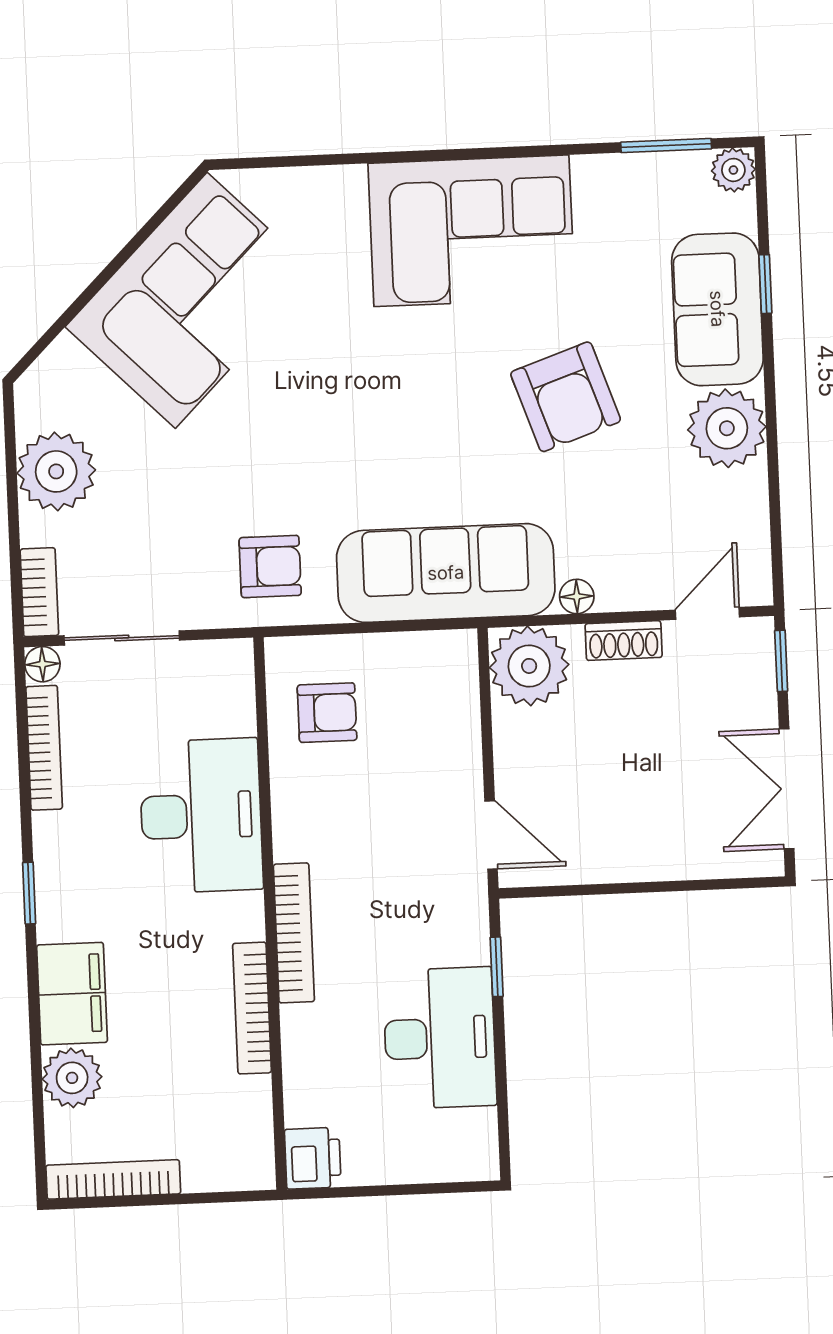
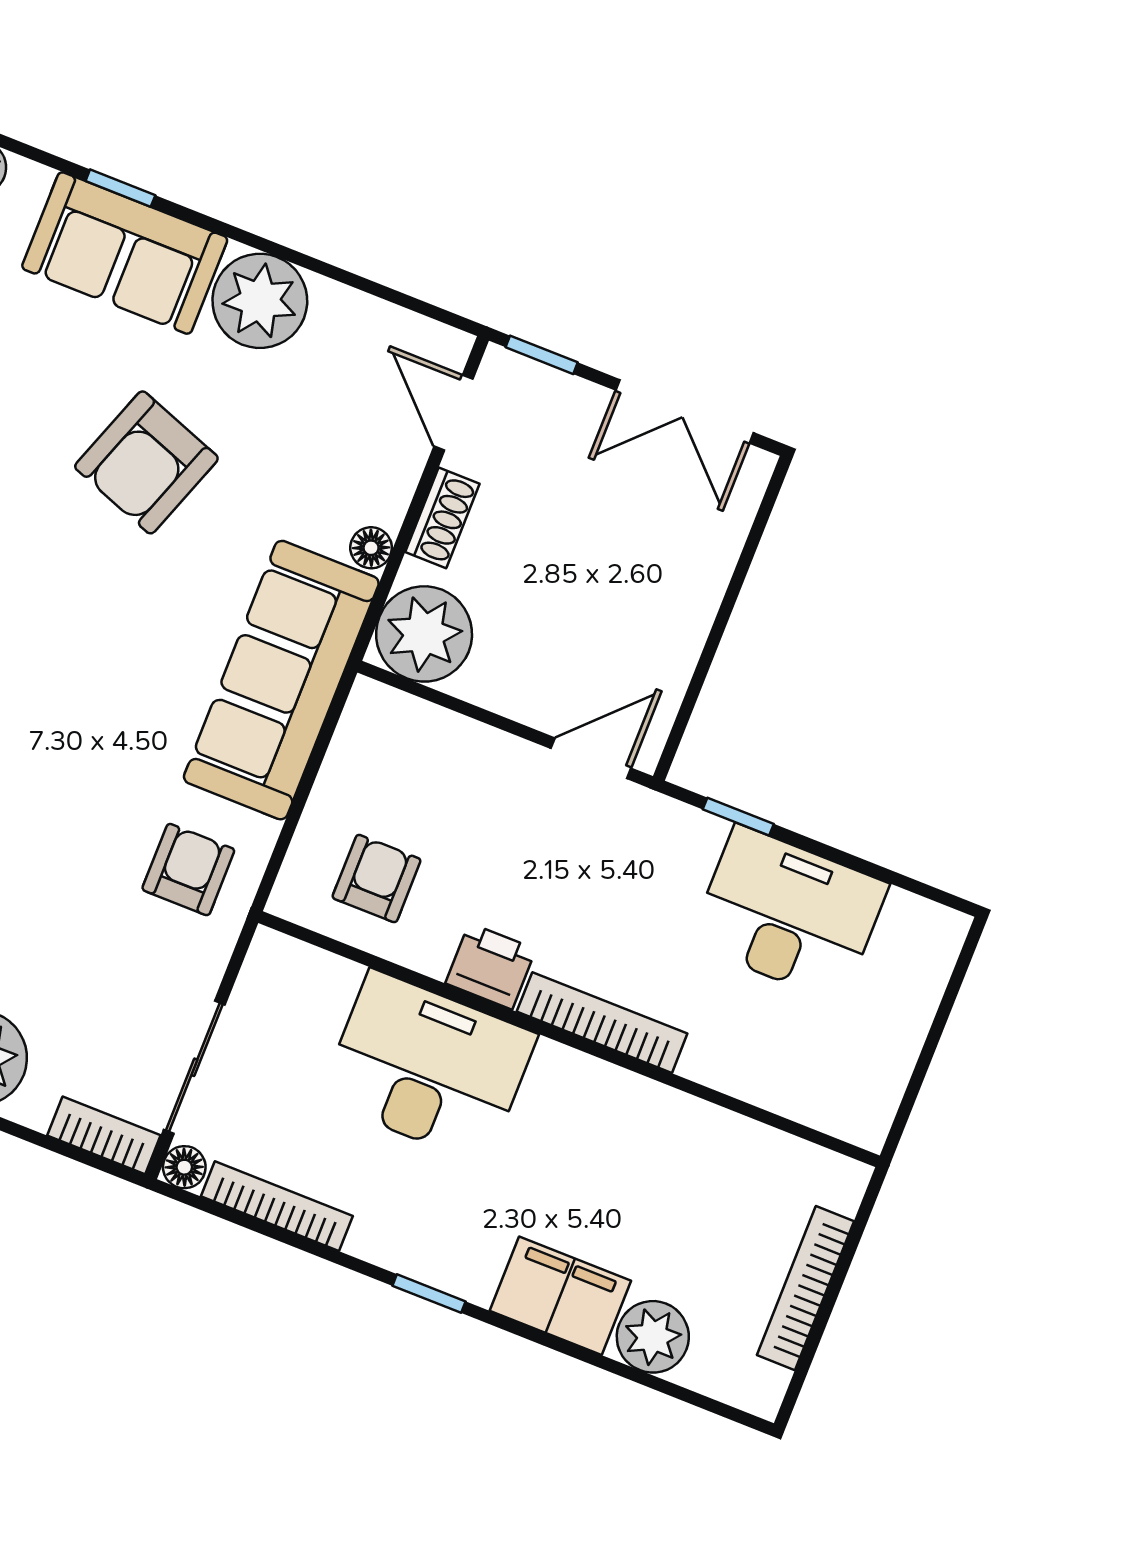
armchair: (566, 397) -> (146, 462), turned 129
bookcase: (252, 1008) -> (664, 1105), removed
printer: (313, 1158) -> (491, 966), moved
bookcase: (113, 1179) -> (805, 1288), moved

